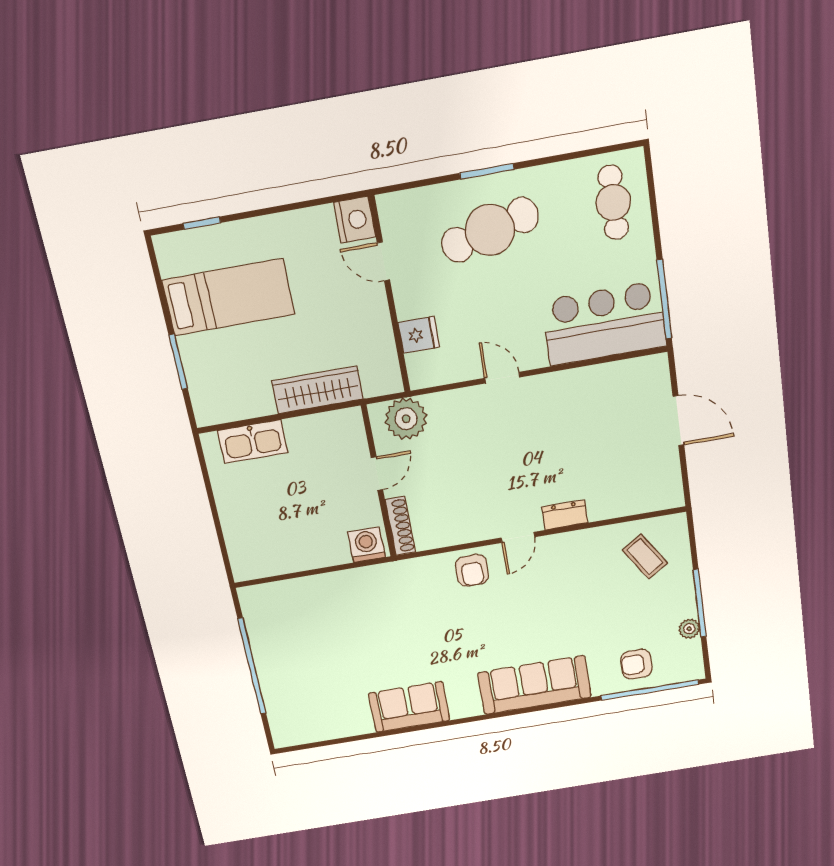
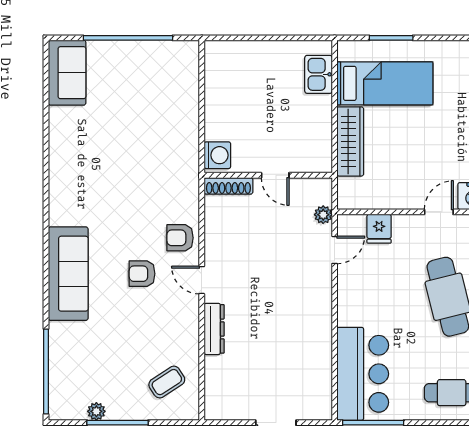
bed: (228, 297) -> (385, 83), moved, turned -90
door: (502, 378) -> (335, 250), moved
plant: (406, 419) -> (323, 215), width x0.53, depth x0.53
kitchen sink: (253, 442) -> (319, 74), width x0.73
dresser: (565, 515) -> (214, 329), width x1.44
armchair: (636, 664) -> (142, 274), moved, turned -90
sofa: (409, 707) -> (67, 73), moved

